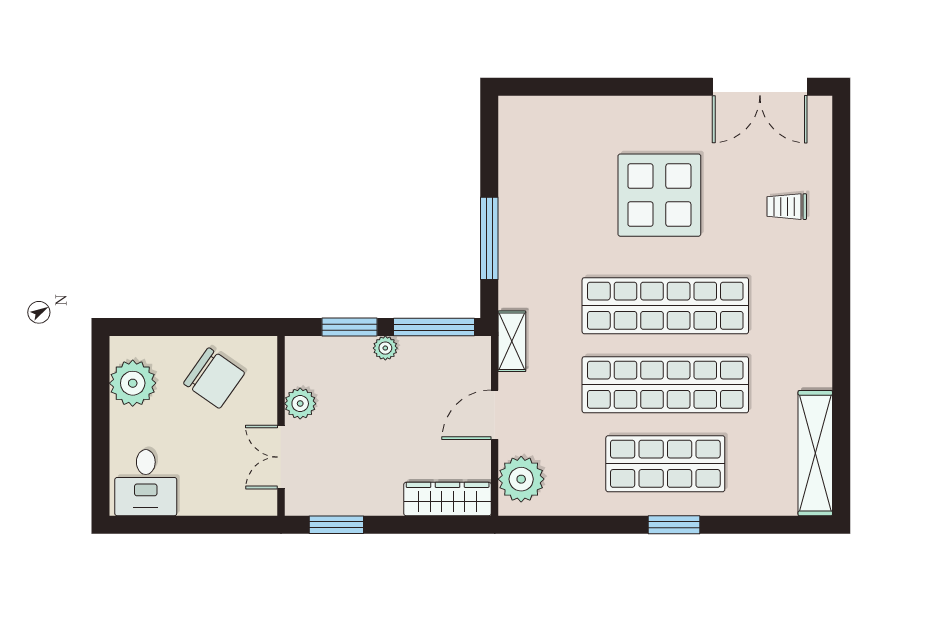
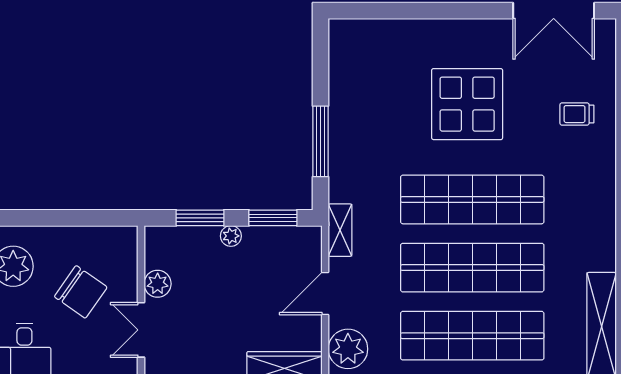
window: (434, 327) -> (273, 218), width x0.69
chair: (214, 378) -> (81, 292), moved
shop shelf: (665, 464) -> (472, 336), width x1.40

